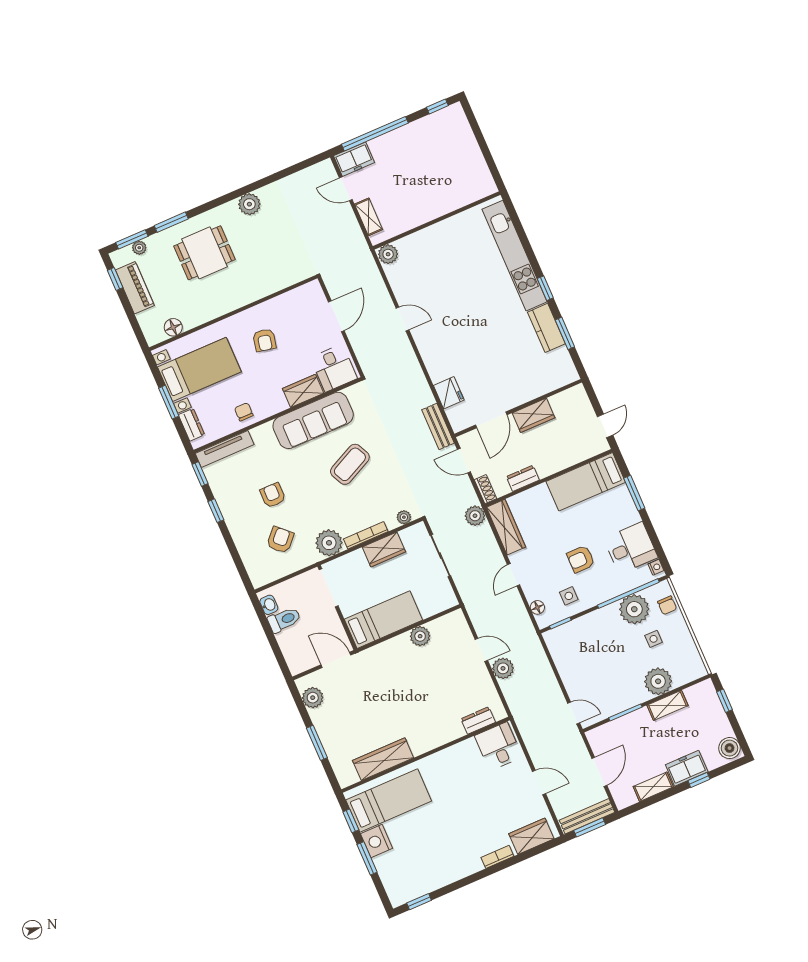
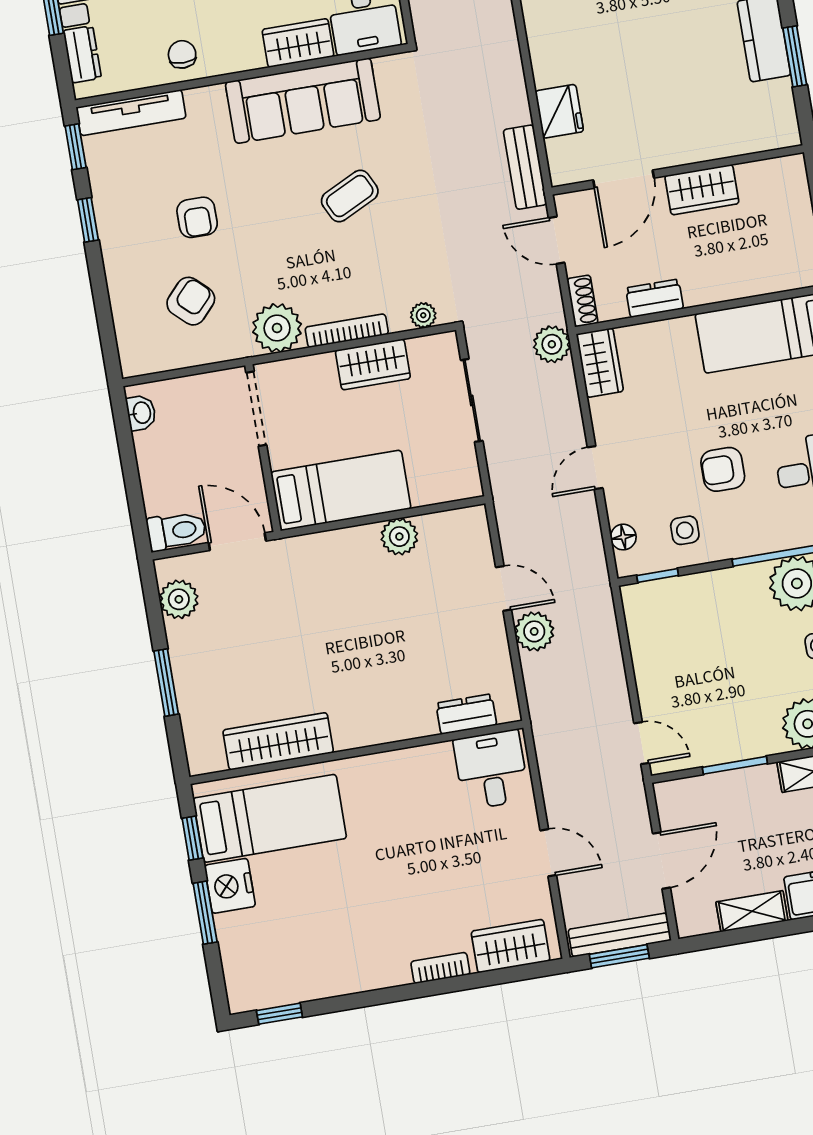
coffee table: (350, 464) -> (350, 196), width x0.73, depth x0.77
armchair: (273, 495) -> (197, 217), turned 180
wardrobe: (506, 527) -> (600, 363), width x0.67
toilet: (284, 620) -> (176, 531), moved

